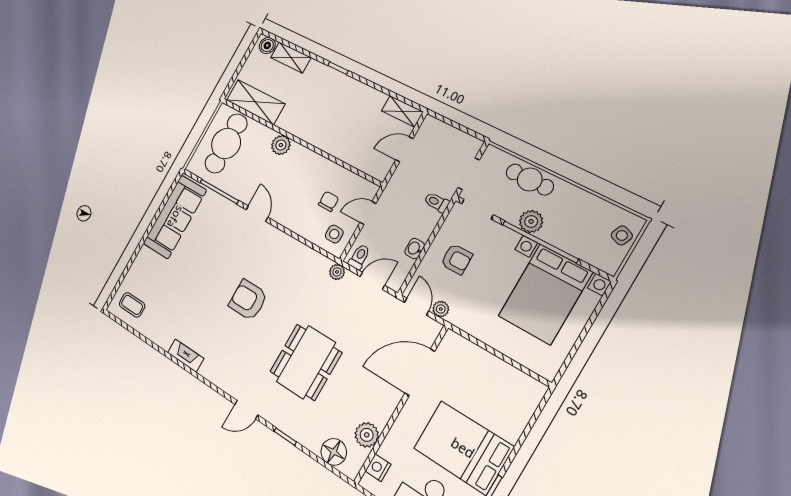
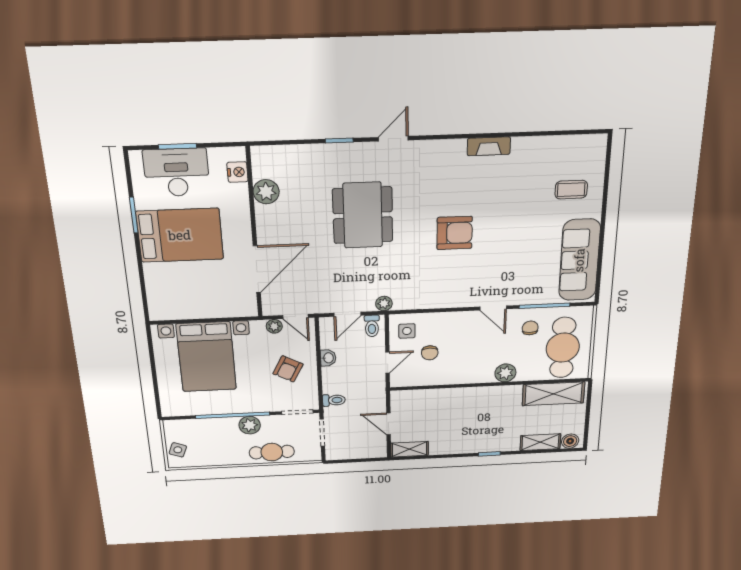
door: (404, 149) -> (388, 424), swing flipped
chair: (240, 177) -> (530, 328), added
armchair: (457, 259) -> (288, 369), turned -61
bed with nightstands: (545, 294) -> (206, 357), moved, turned 180
coffee table: (132, 305) -> (571, 190), moved
floor lamp: (334, 452) -> (285, 158), removed

